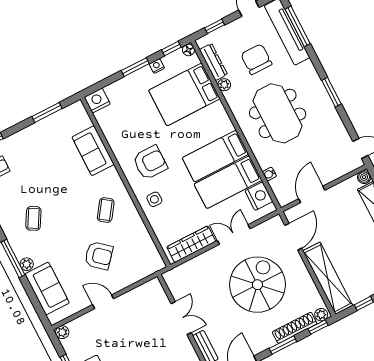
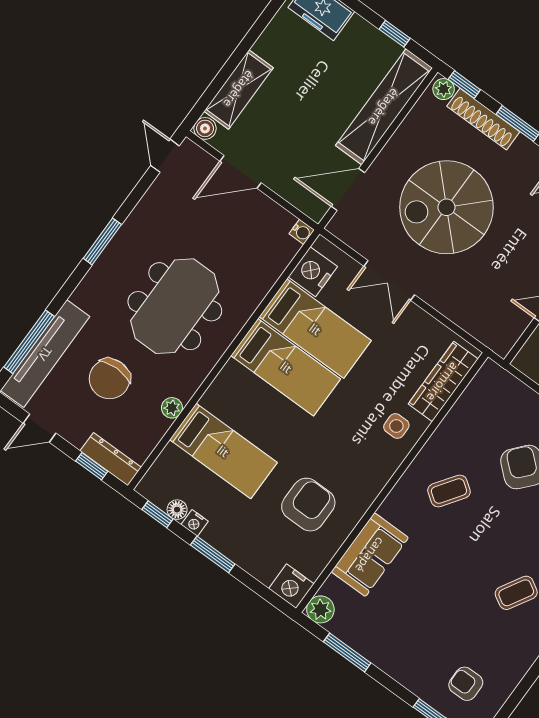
floor lamp: (188, 50) -> (177, 510), moved
dresser: (213, 62) -> (111, 459), moved, turned 90
bed: (184, 94) -> (223, 451), width x0.67
plant: (77, 110) -> (320, 609), added
armchair: (150, 163) -> (308, 505), moved, turned 90
water cooler: (269, 174) -> (302, 232), moved
door: (312, 194) -> (241, 172), moved
wardrobe: (191, 244) -> (443, 382), moved, turned 90

